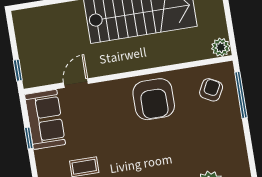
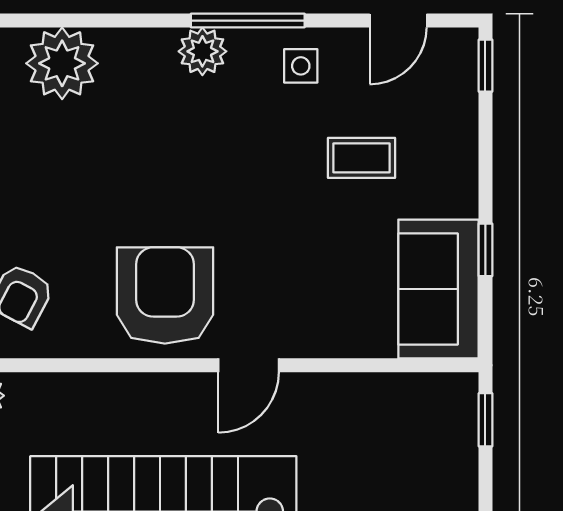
door: (76, 83) -> (249, 365), moved

